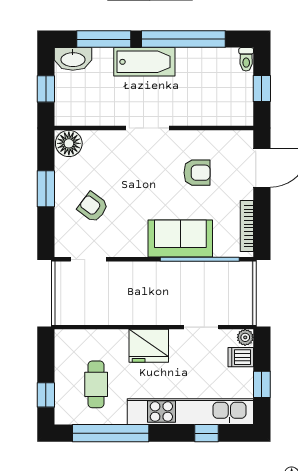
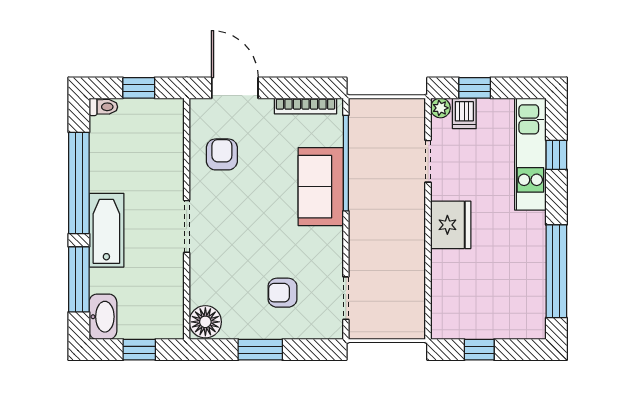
armchair: (197, 173) -> (222, 154), moved
armchair: (93, 207) -> (283, 293), turned 53
cafe table: (96, 384) -> (497, 289), removed
window: (262, 384) -> (475, 88), moved
window: (46, 395) -> (479, 350), moved
kitchen unit: (190, 412) -> (530, 154), width x0.73

